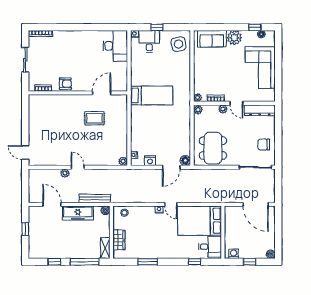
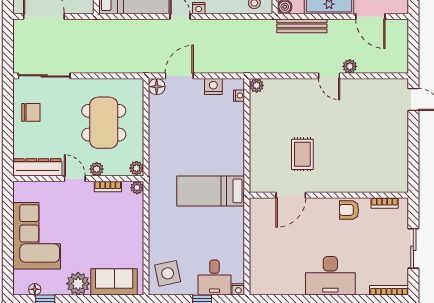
desk: (115, 46) -> (330, 276), moved, turned -90
rug: (94, 118) -> (302, 154), turned 90
dining table: (213, 148) -> (104, 123), moved

